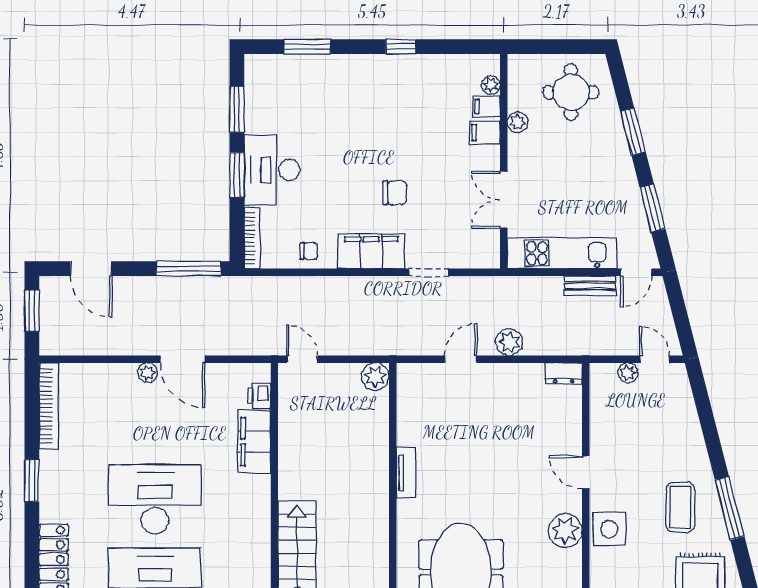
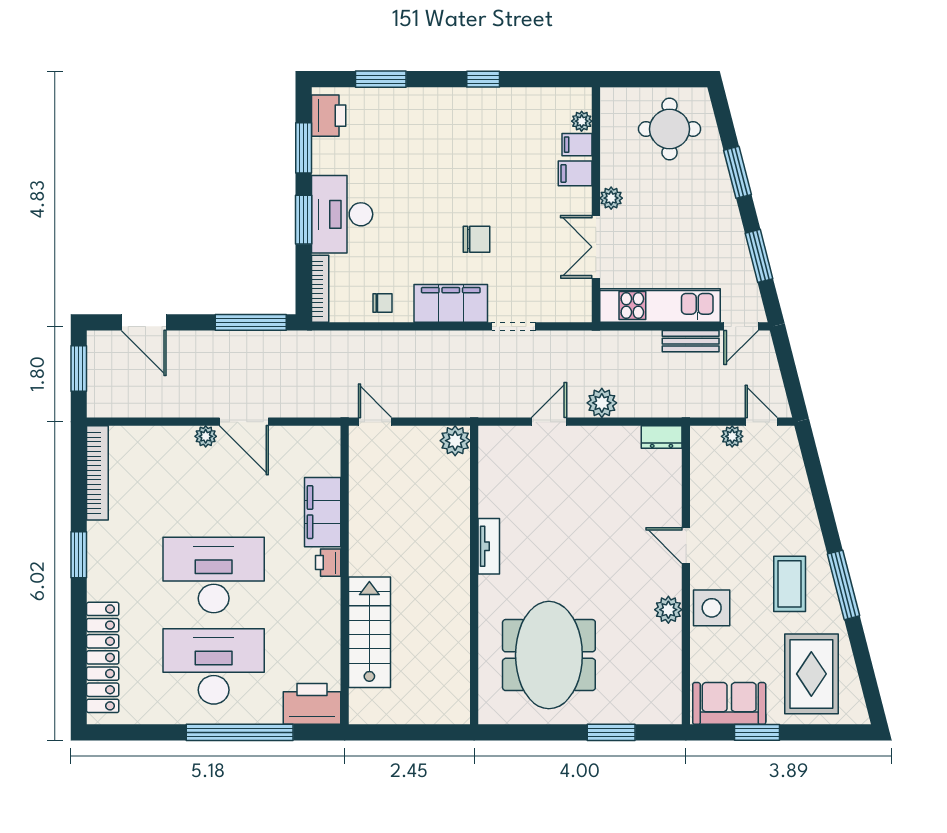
printer: (260, 80) -> (329, 116), added
plant: (518, 122) -> (611, 198), moved
printer: (259, 396) -> (328, 563), moved
plant: (565, 531) -> (668, 610), width x0.73, depth x0.73

